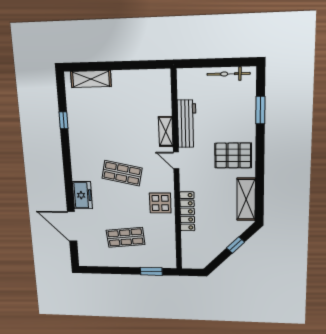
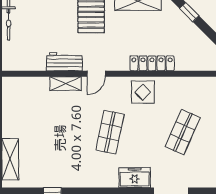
workbench: (187, 124) -> (64, 62), width x0.73
shop shelf: (125, 237) -> (183, 132), turned 30

